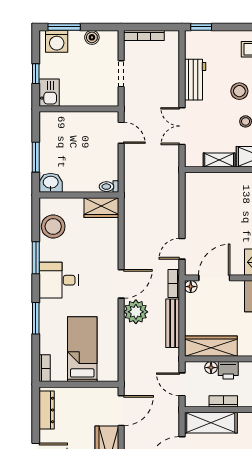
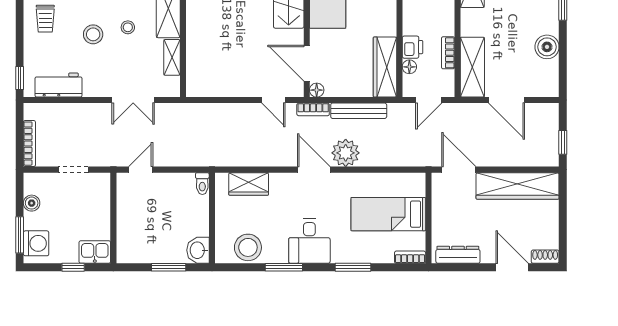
workbench: (195, 80) -> (59, 85), moved
wardrobe: (101, 208) -> (249, 184), moved, turned 90

